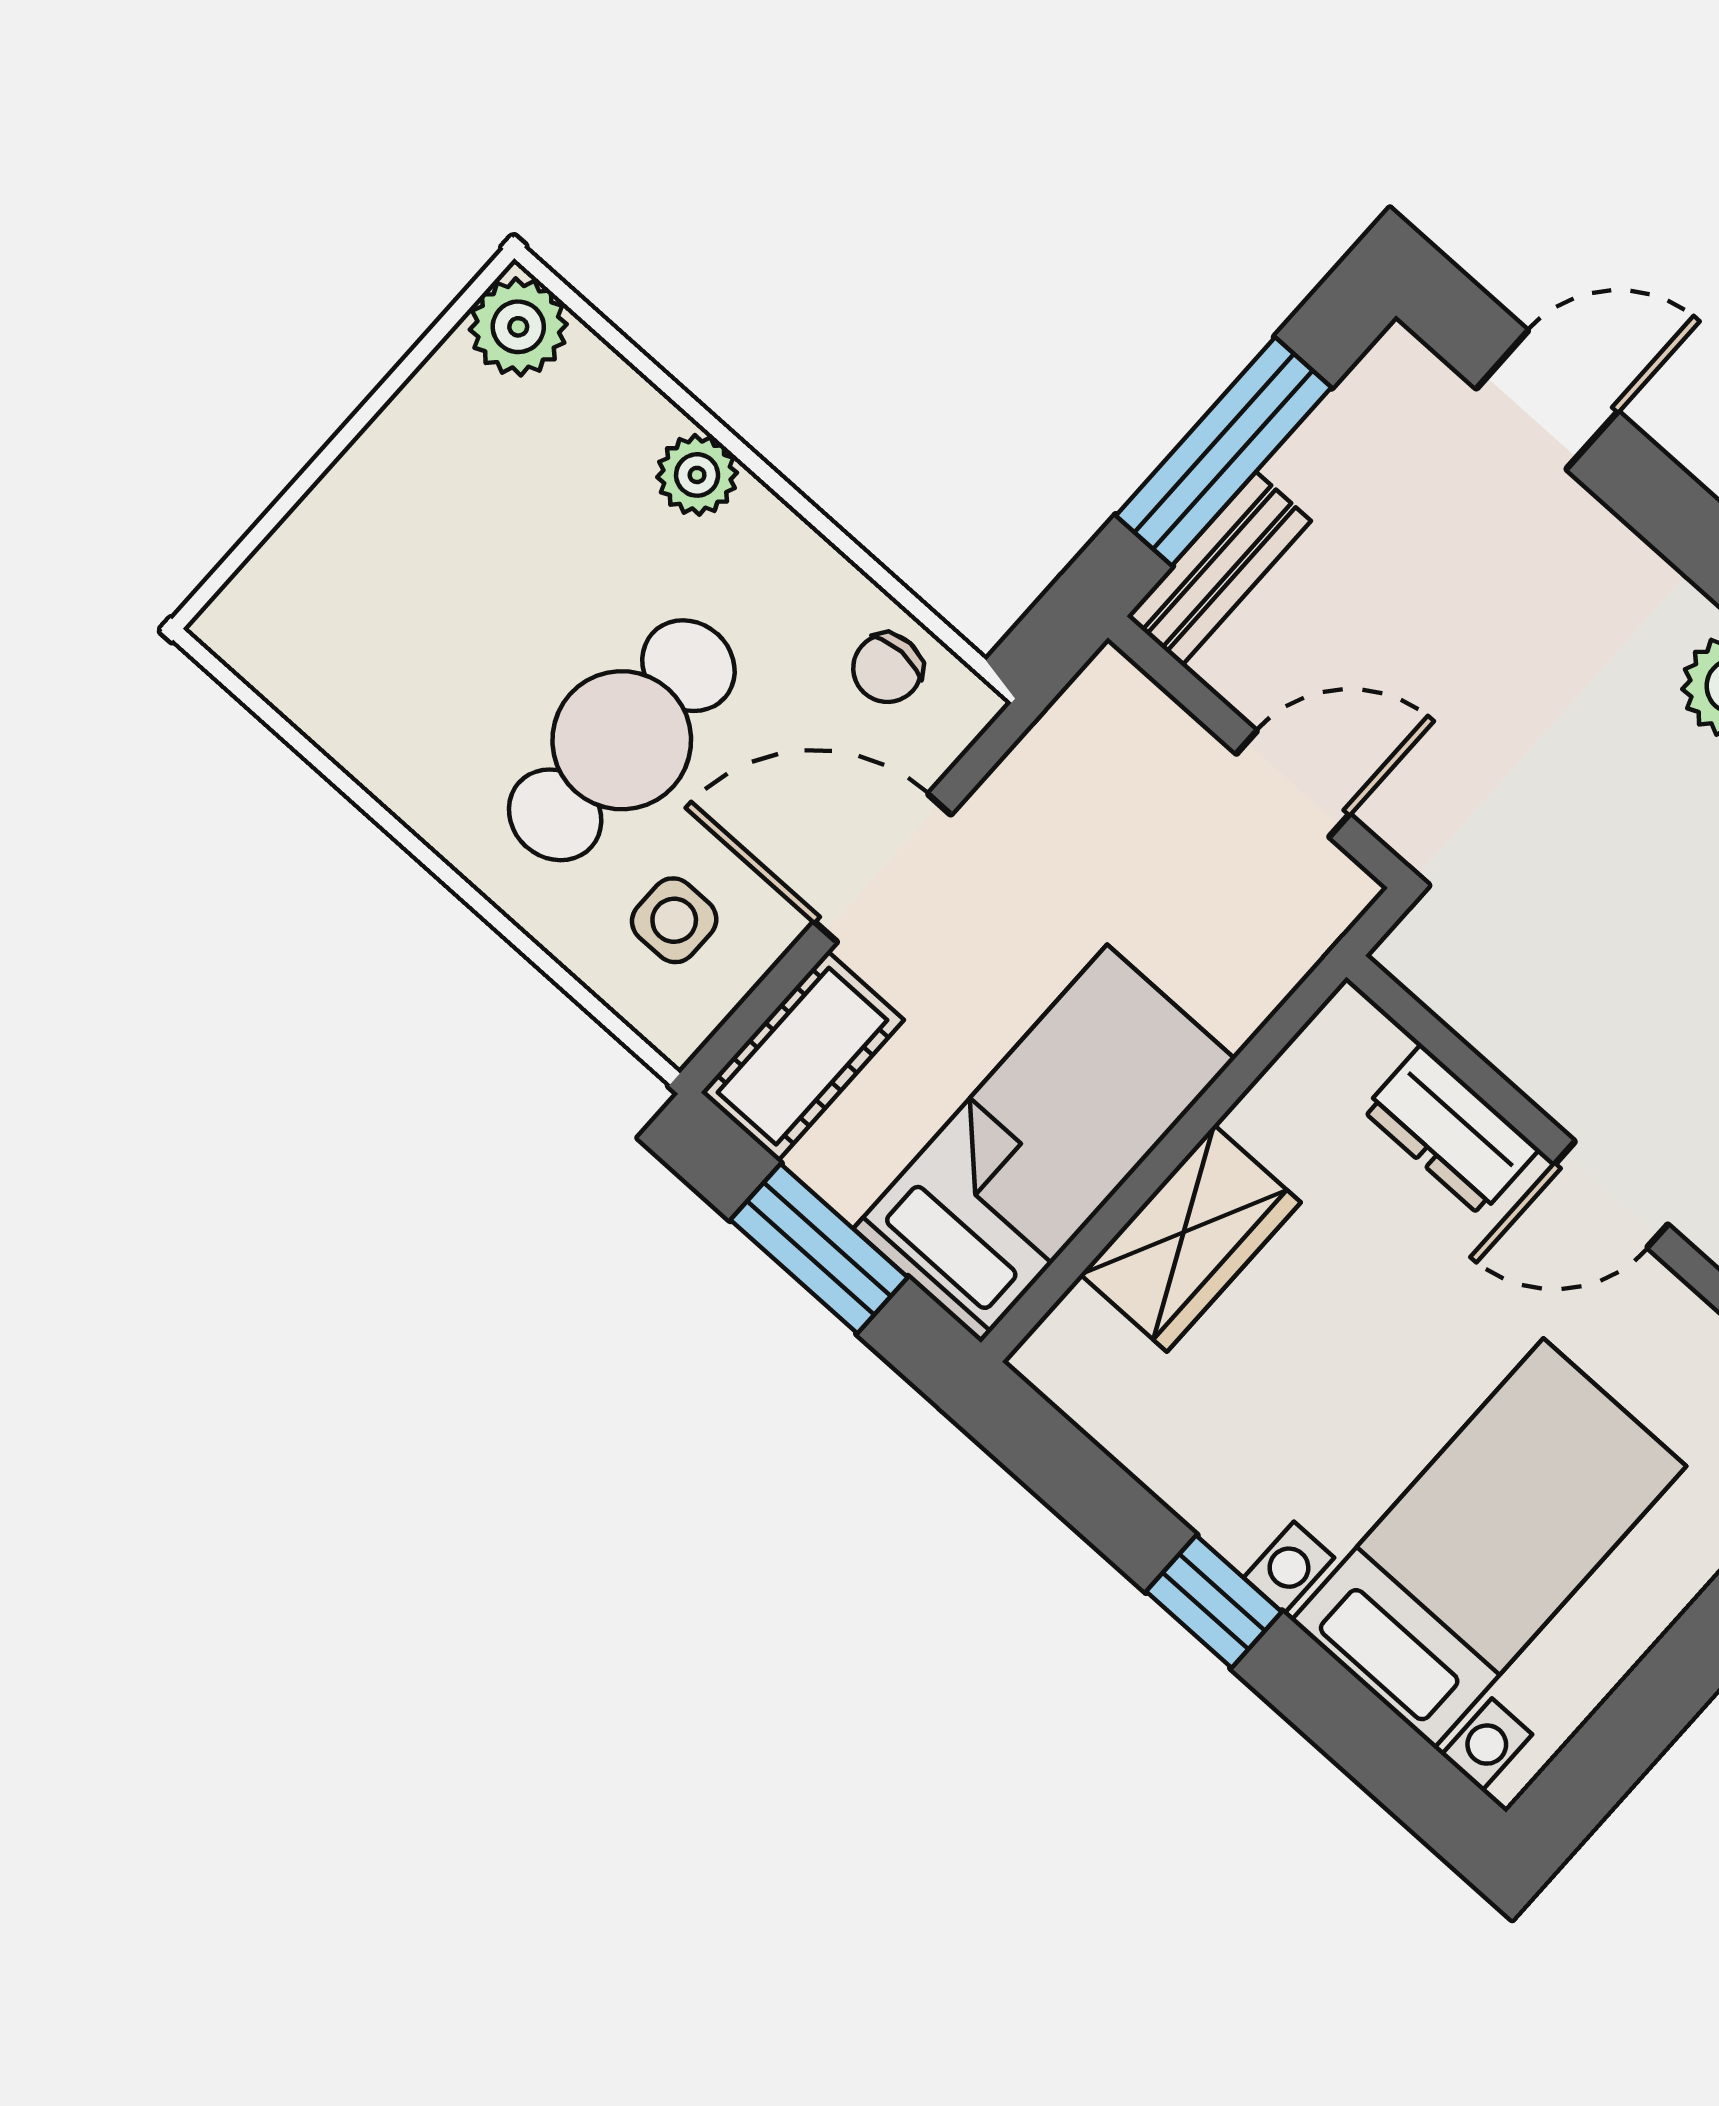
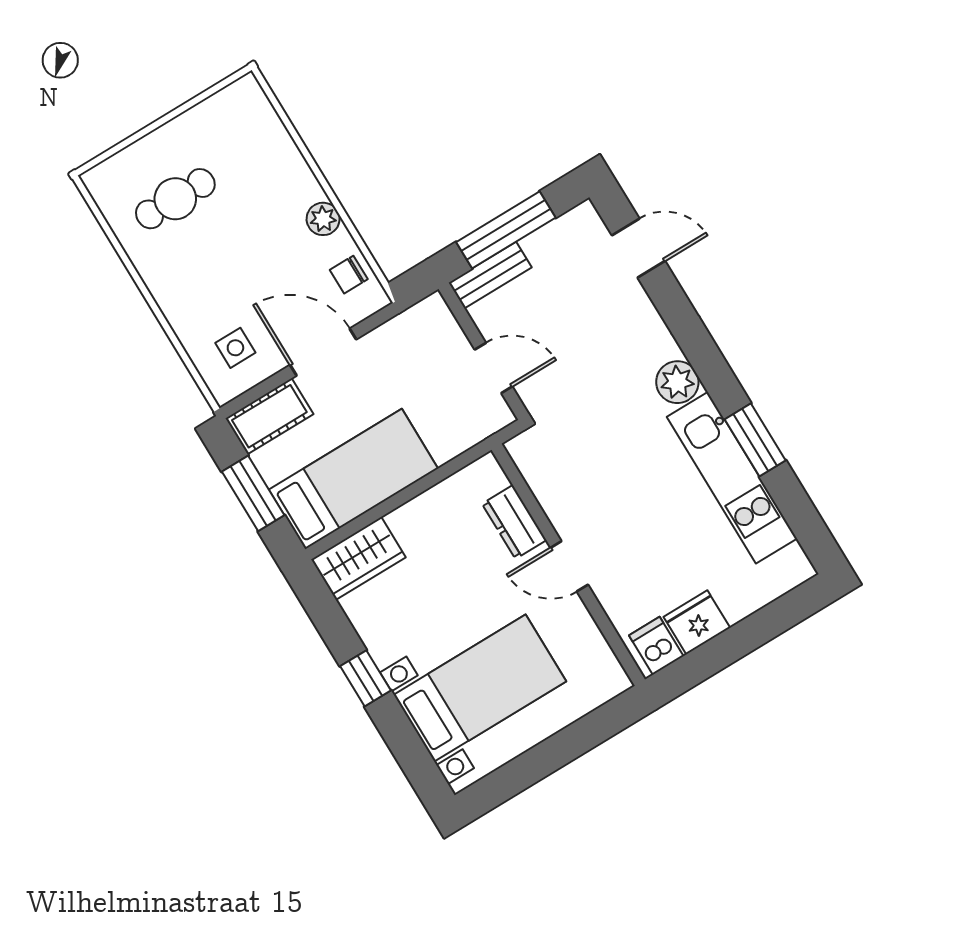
plant: (518, 327) -> (245, 97), removed
plant: (697, 475) -> (323, 219), moved
cafe table: (622, 740) -> (175, 199), moved, width x0.73, depth x0.74
wardrobe: (1190, 1238) -> (359, 558), moved

